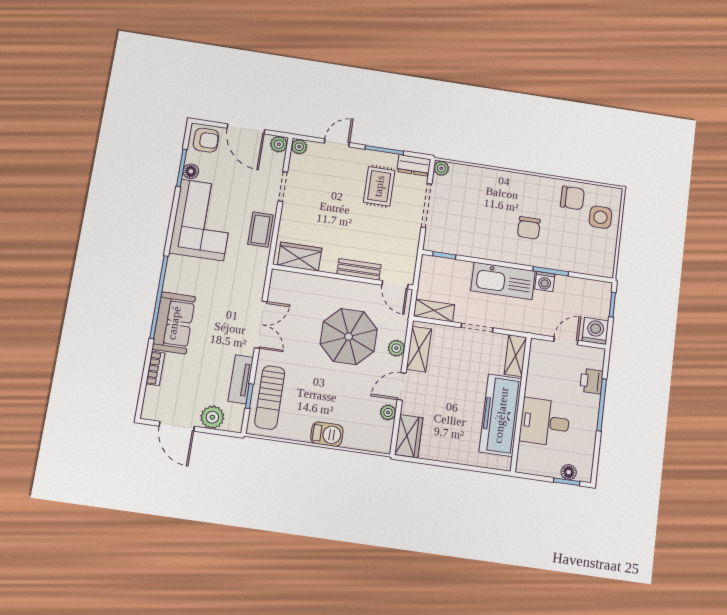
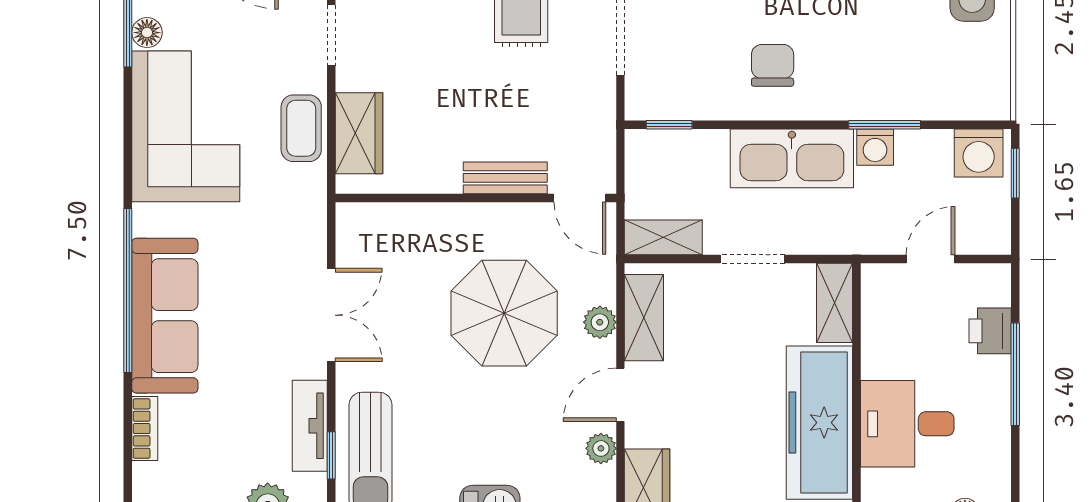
chair: (529, 228) -> (773, 65), moved, turned 180
wardrobe: (300, 257) -> (359, 133), moved, turned 90
sofa: (174, 323) -> (165, 316), width x1.36
washing machine: (595, 331) -> (979, 153), moved, turned 180

